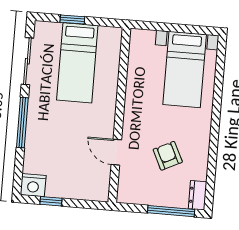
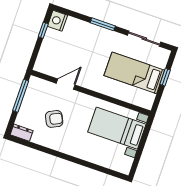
bed with nightstands: (185, 70) -> (117, 128), moved
window: (22, 123) -> (103, 24), width x0.69
window: (171, 211) -> (21, 96), moved

